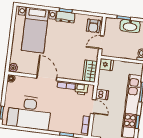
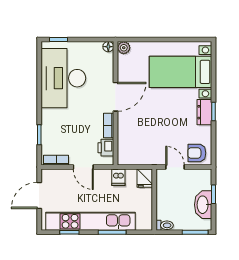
wardrobe: (90, 71) -> (133, 156), removed
dishwasher: (102, 95) -> (118, 177), moved
door: (93, 107) -> (83, 167), hinge flipped

